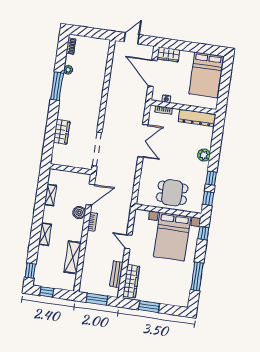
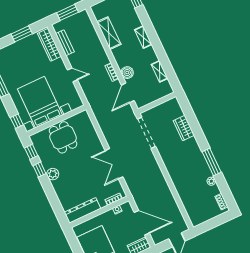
plant: (204, 155) -> (53, 174), moved
dining table: (172, 193) -> (63, 137), turned 90

